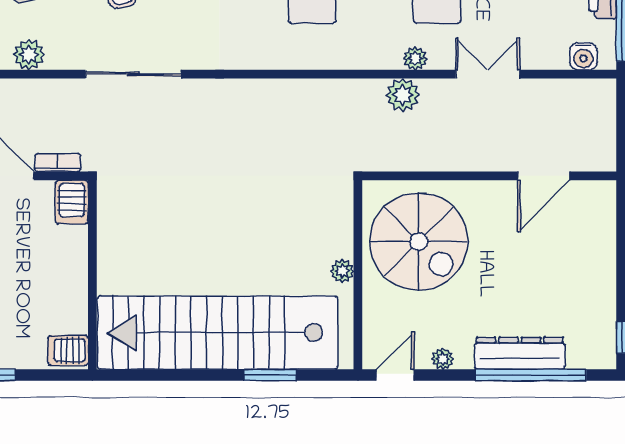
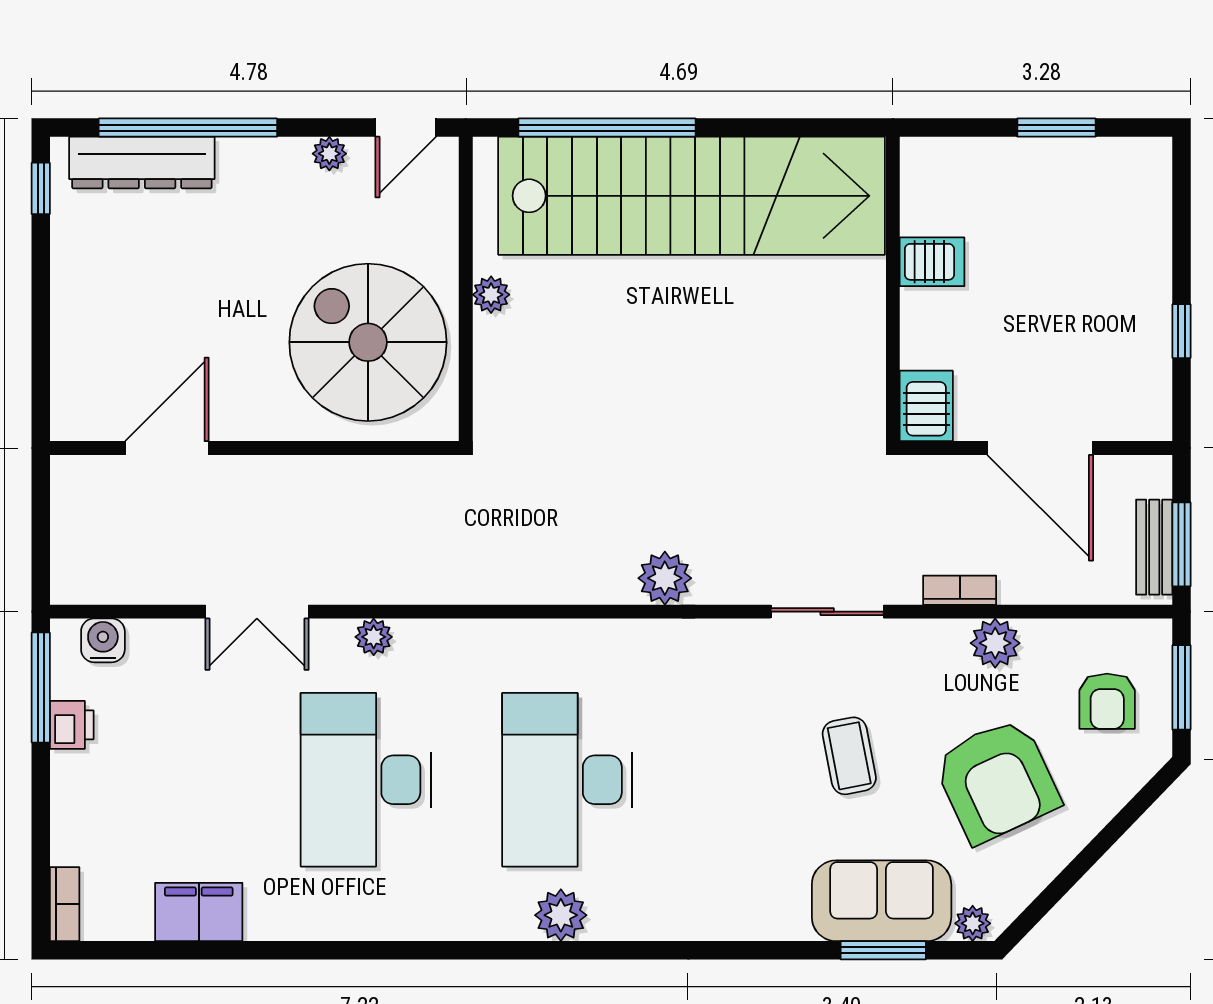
sliding door: (133, 74) -> (827, 612), width x0.73
plant: (403, 95) -> (665, 578), moved
bookcase: (58, 162) -> (960, 590), moved, turned 180
server rack: (68, 350) -> (932, 262), moved
dresser: (520, 353) -> (142, 163), moved
window: (270, 375) -> (607, 128), width x2.11

